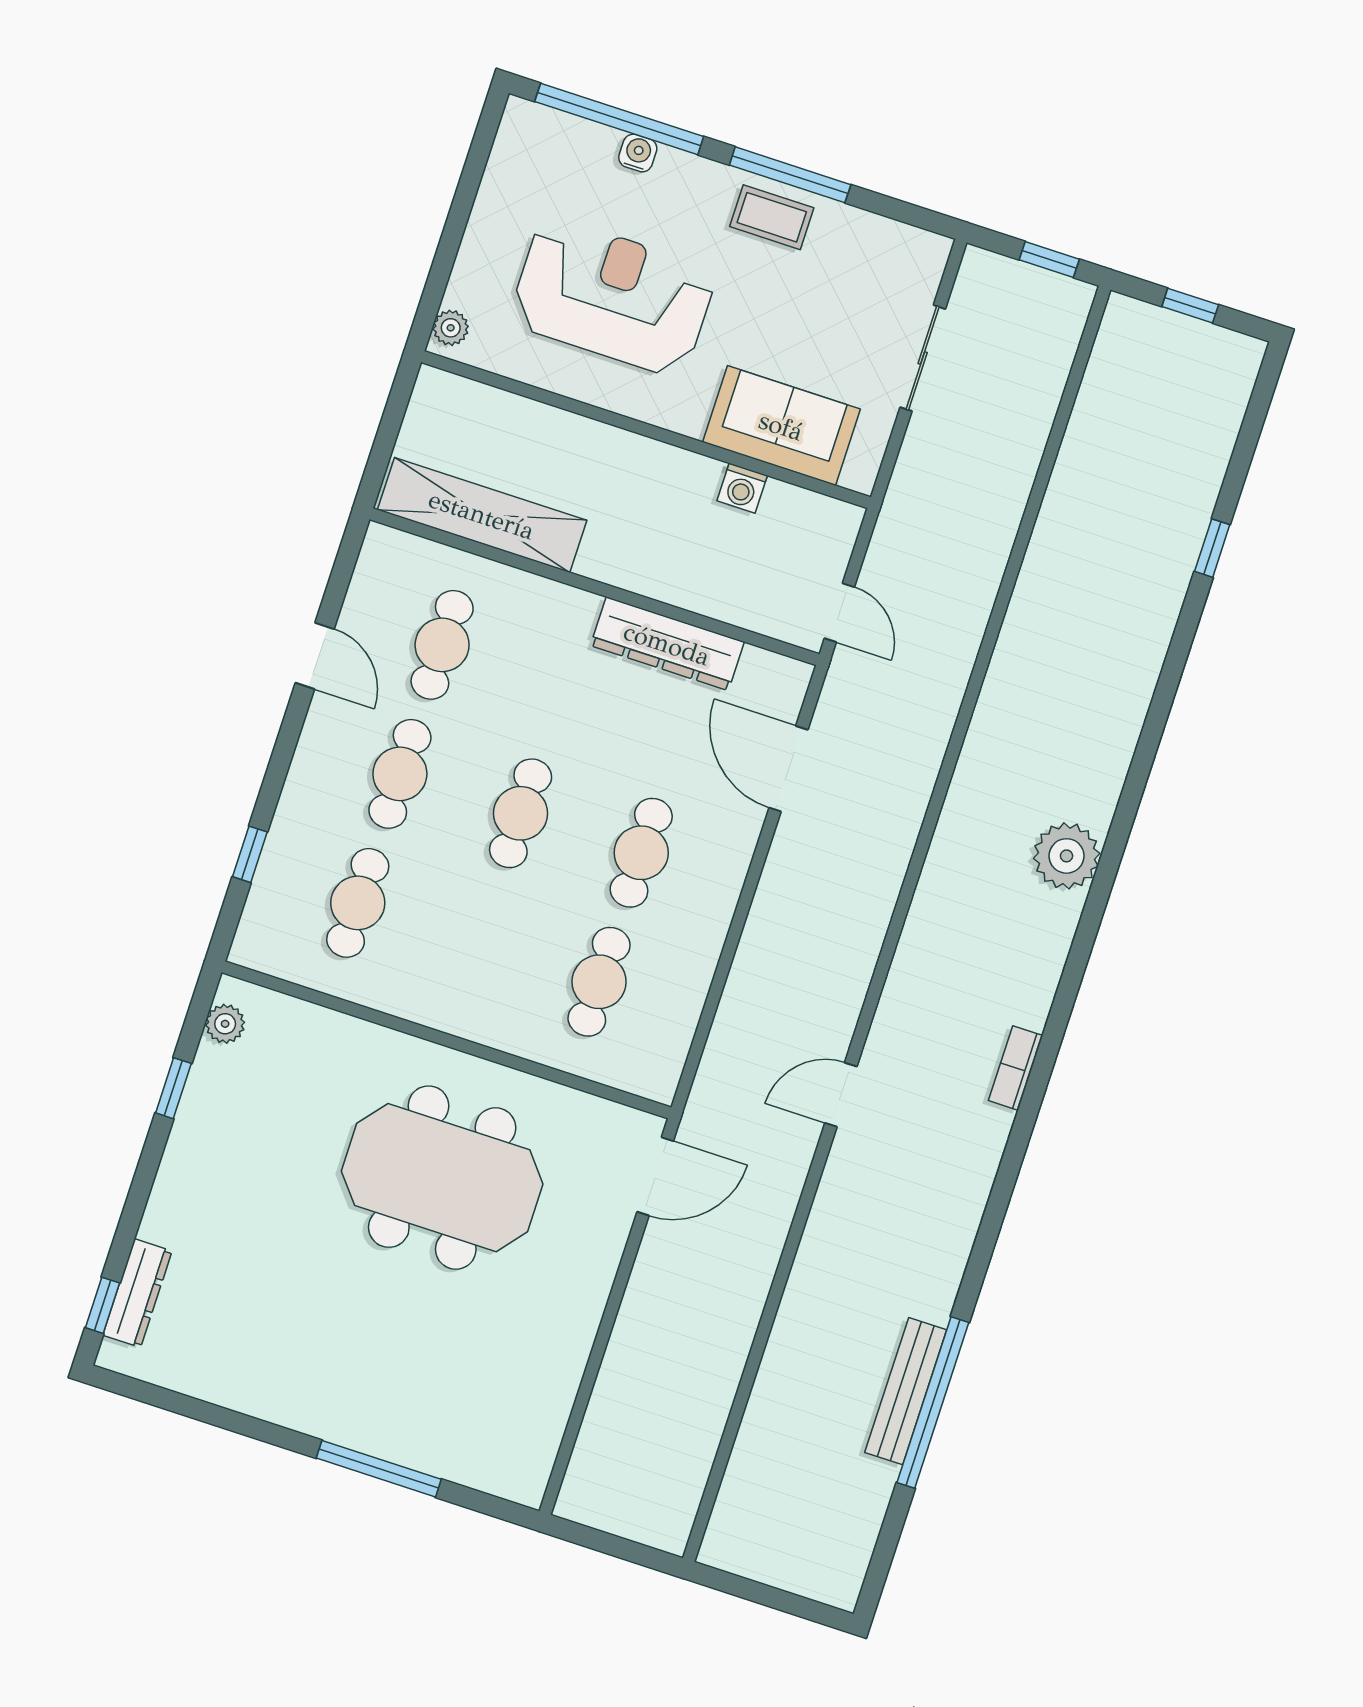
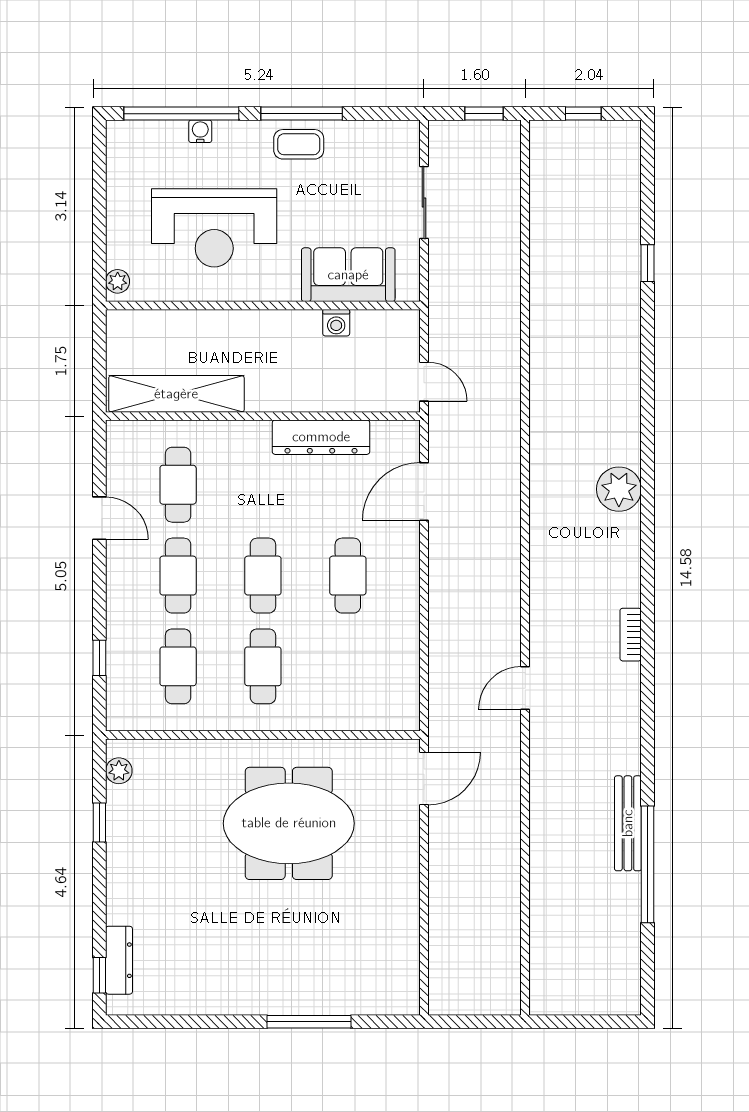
reception desk: (613, 297) -> (214, 228), turned 180
door: (788, 769) -> (424, 492), hinge flipped
cafe table: (599, 982) -> (263, 666), moved
bench: (906, 1391) -> (628, 823), moved

